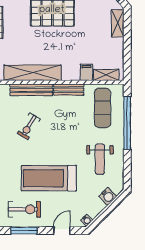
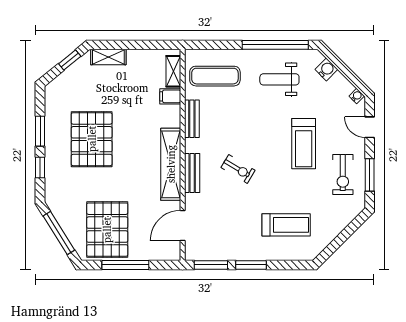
bench: (31, 90) -> (192, 173), width x0.73
window: (127, 123) -> (275, 45), moved
weight bench: (100, 159) -> (279, 79), turned 180
treadmill: (49, 178) -> (304, 144), width x0.73, depth x0.73
exercise bike: (24, 209) -> (343, 174), turned 180

